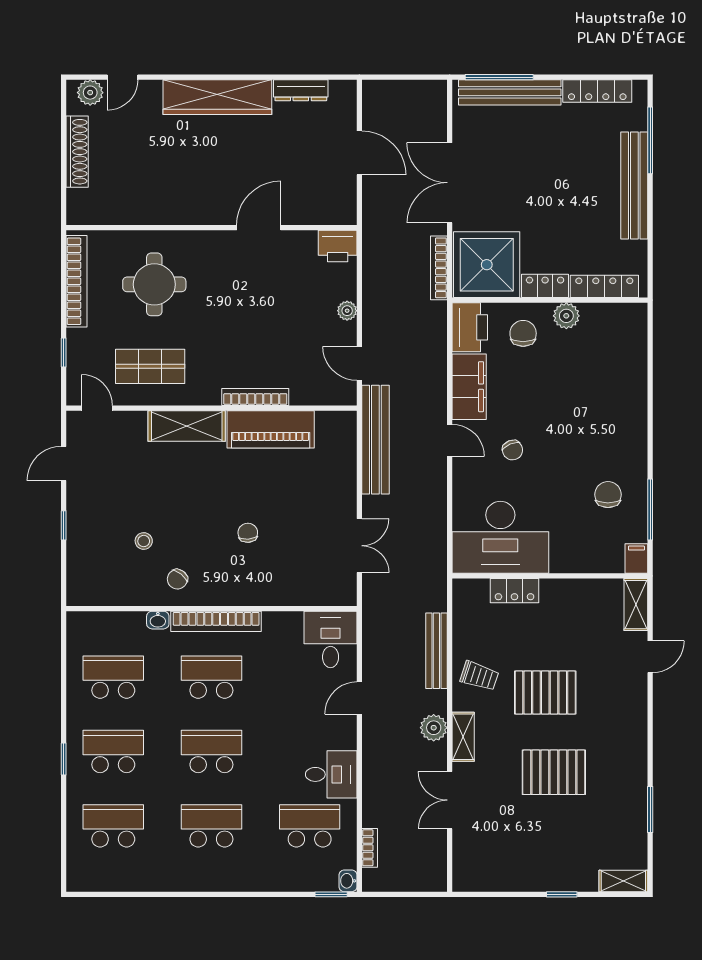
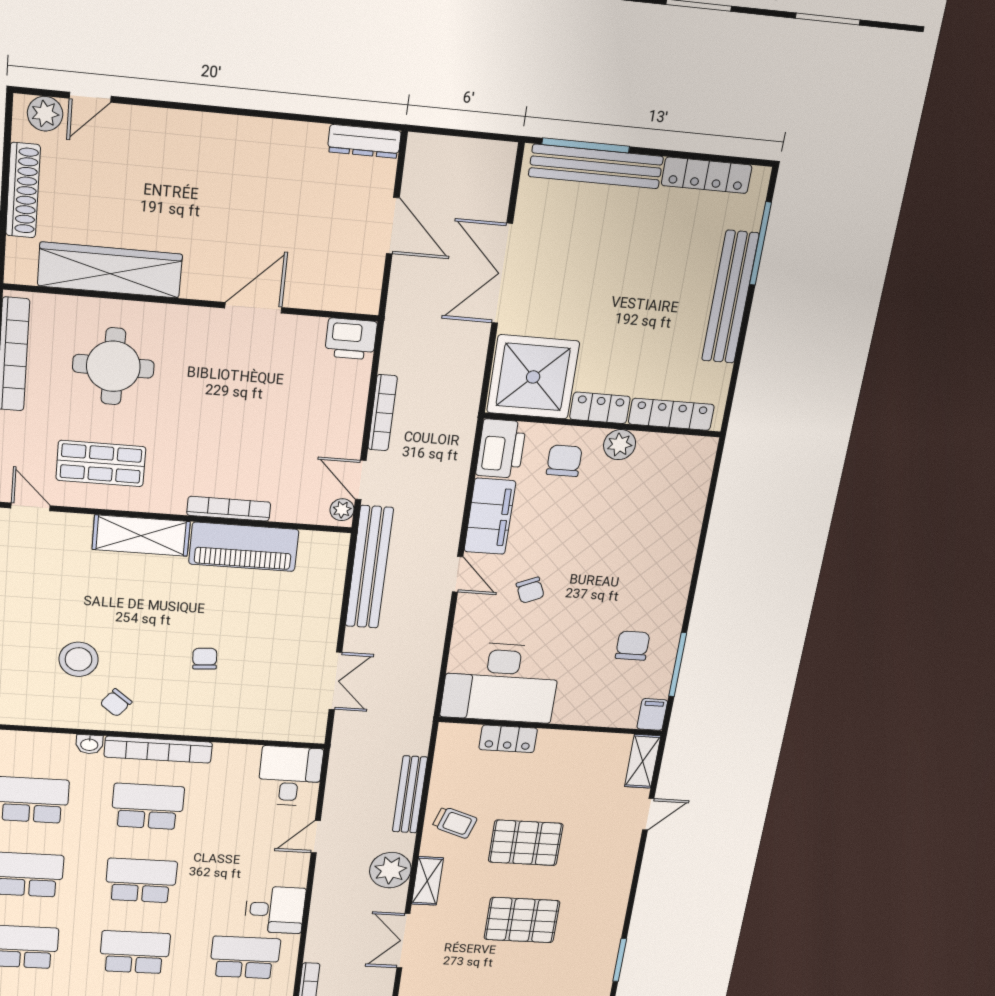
dresser: (301, 90) -> (364, 141), moved
wardrobe: (217, 97) -> (110, 270), moved, turned 180
bookcase: (439, 268) -> (383, 413), moved, turned 180
plant: (347, 311) -> (342, 510), moved
stool: (144, 541) -> (79, 659), width x1.89, depth x1.89
plant: (434, 728) -> (390, 870), width x1.36, depth x1.36

